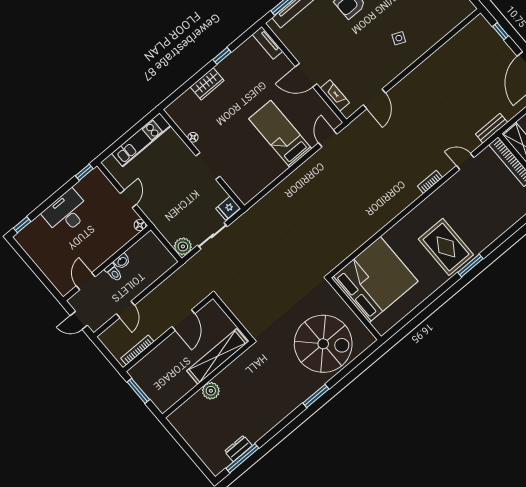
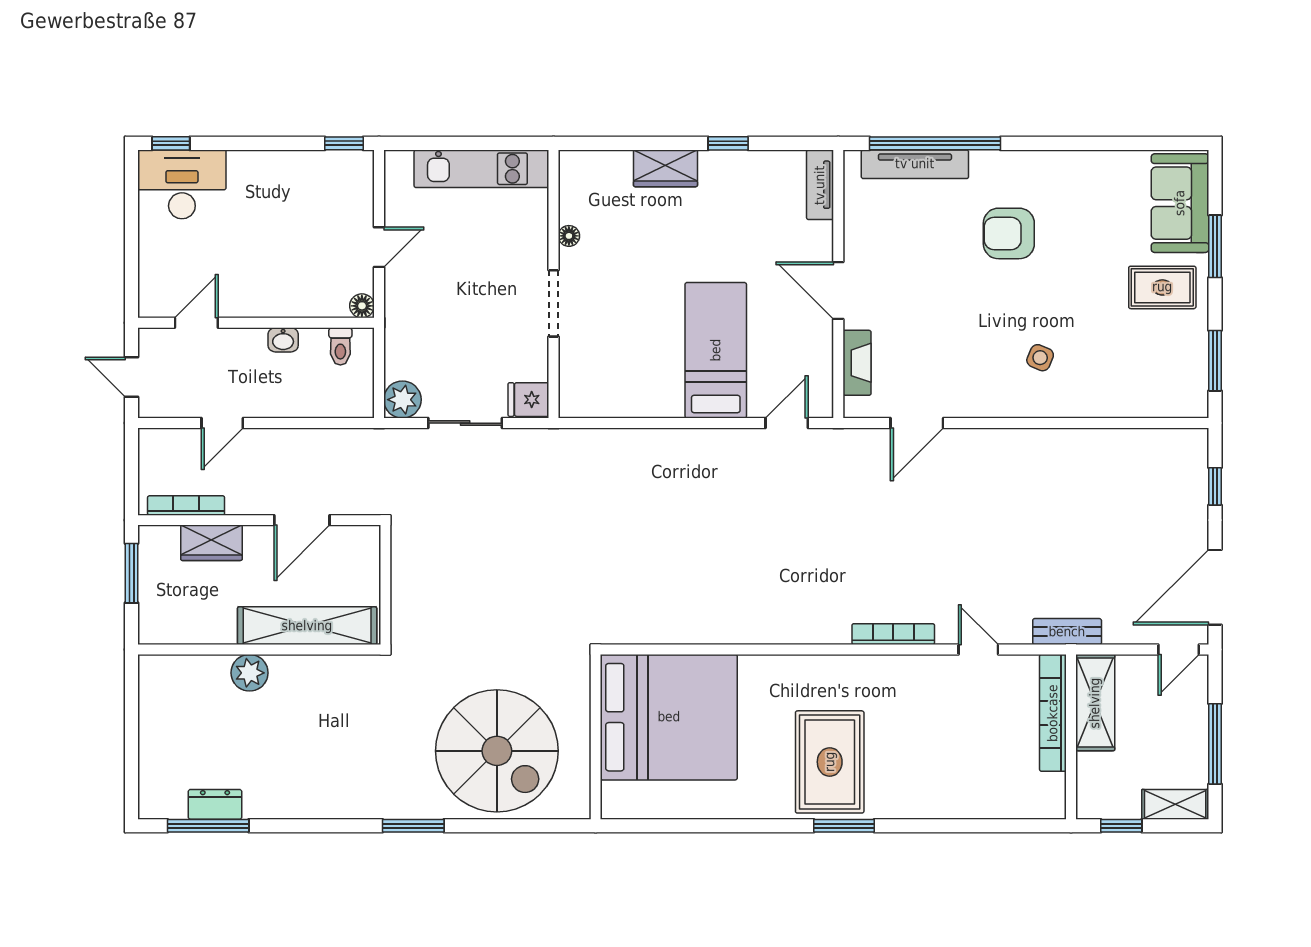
bookcase: (430, 182) -> (893, 634), width x1.56
desk: (66, 213) -> (182, 184), moved
toilet: (113, 272) -> (340, 346), moved
wardrobe: (158, 356) -> (211, 543), added

